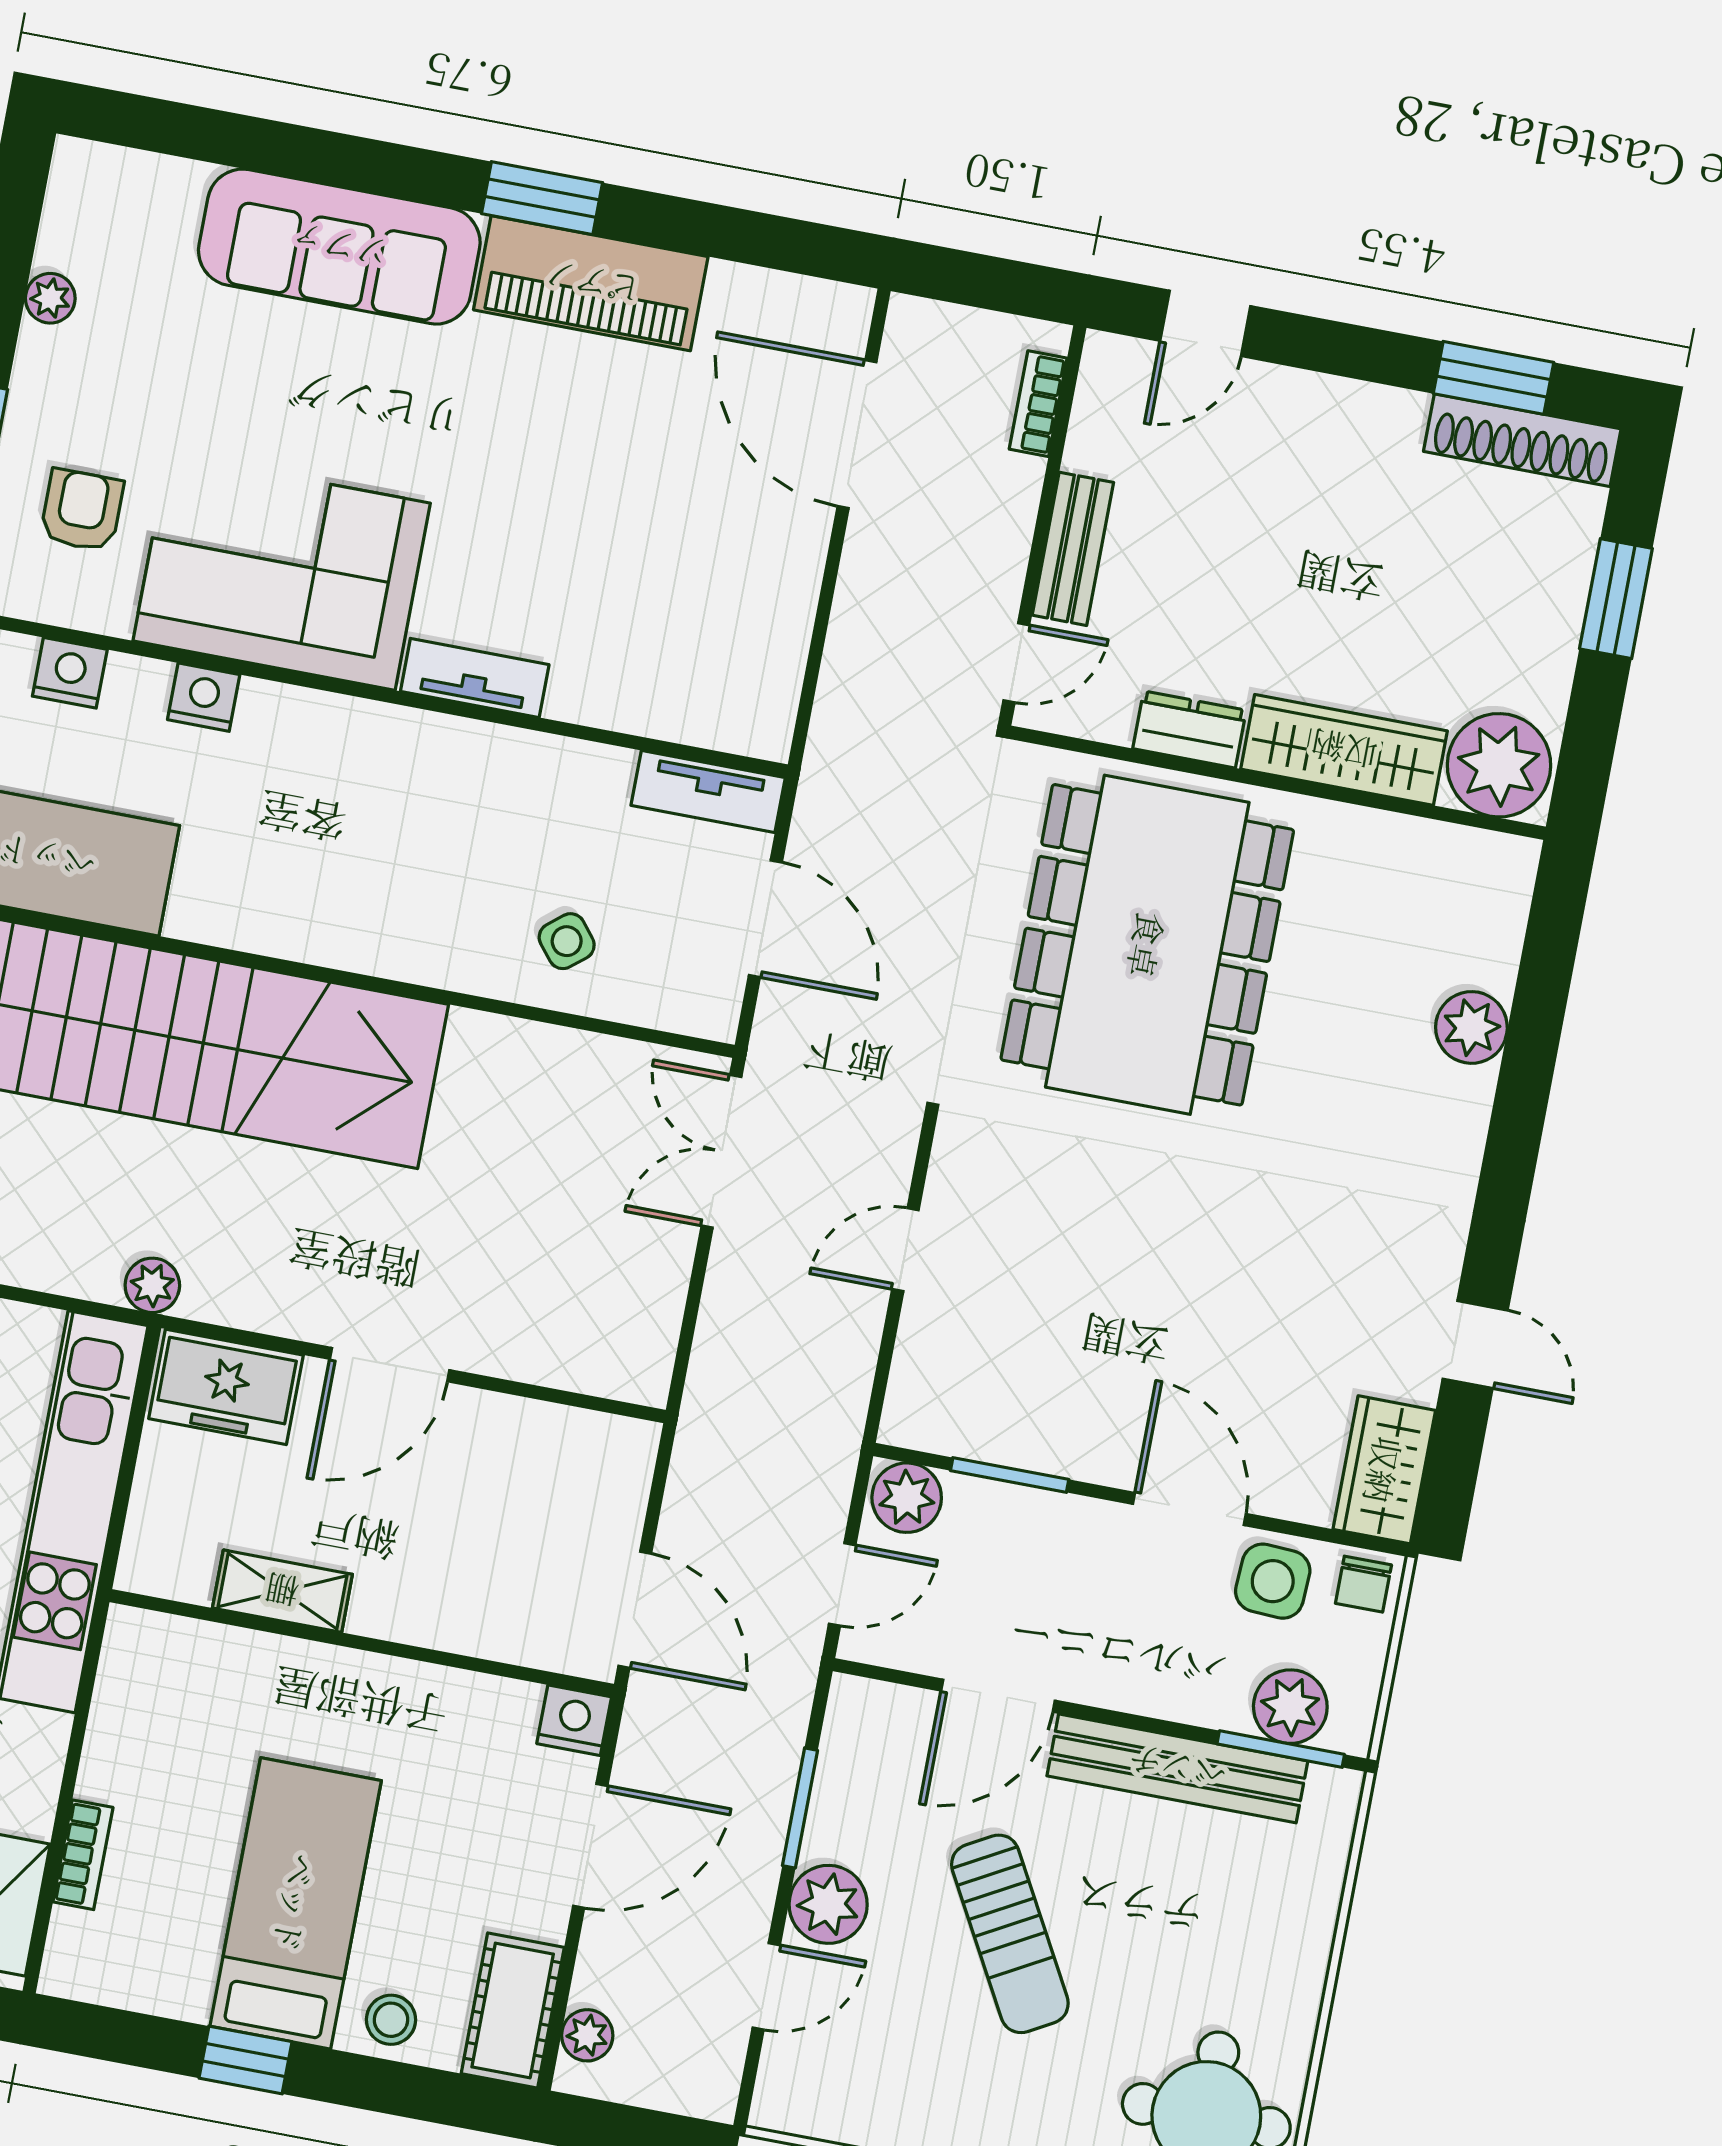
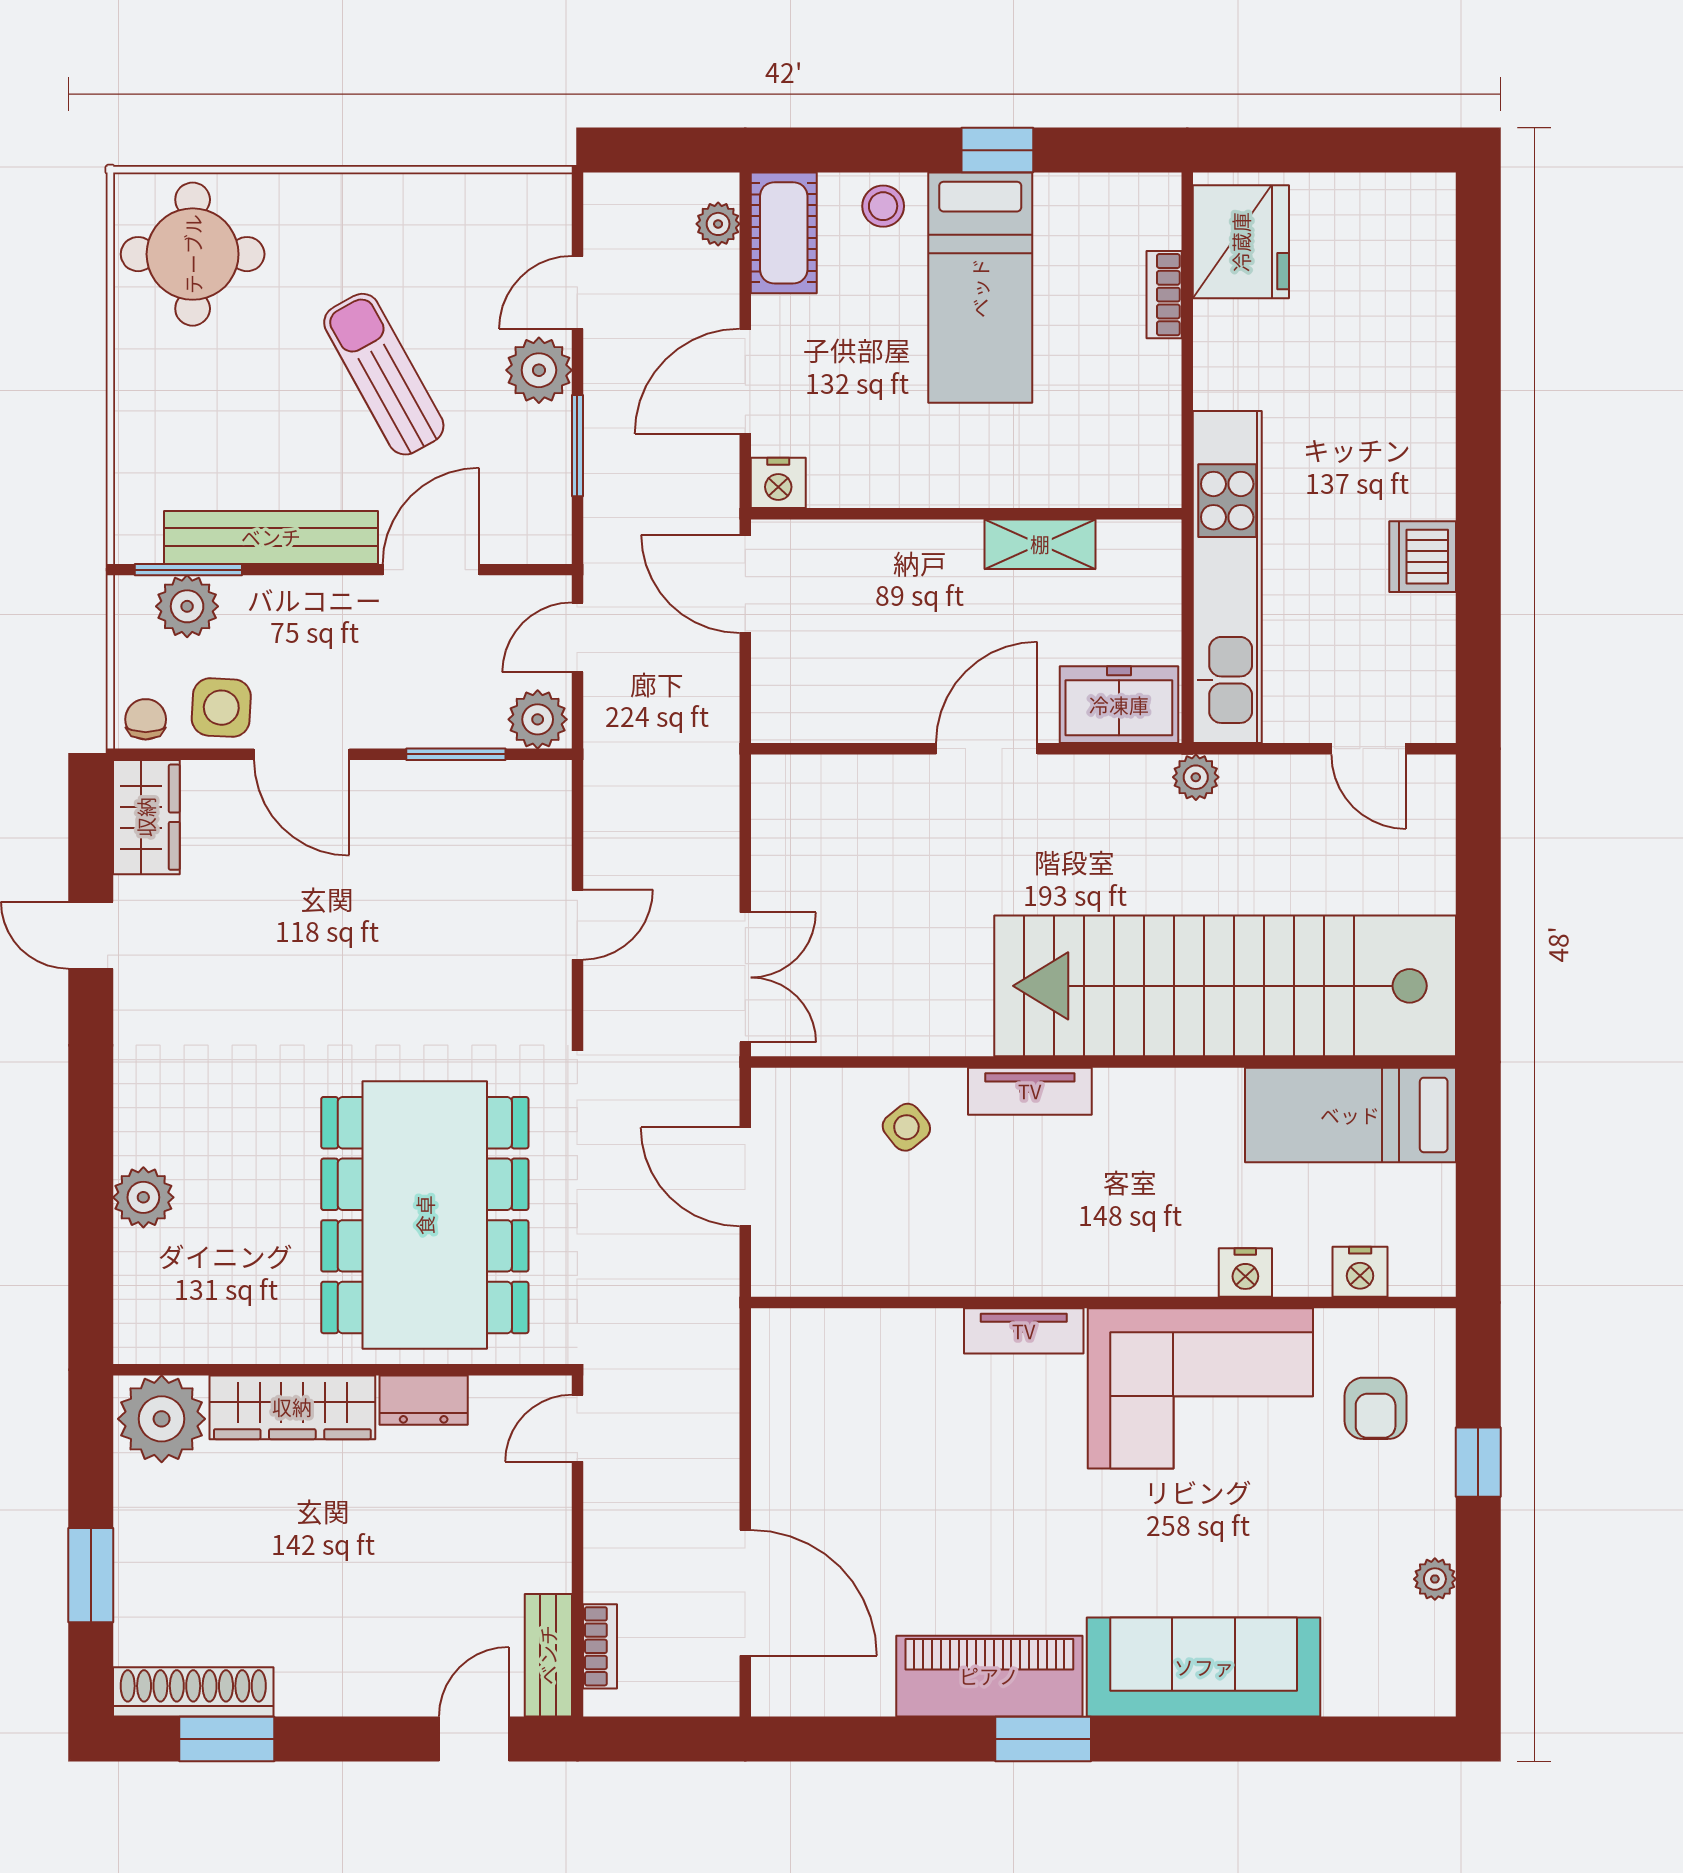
bench: (1073, 549) -> (548, 1655), moved
tv unit: (708, 791) -> (1030, 1091), moved, turned 180

